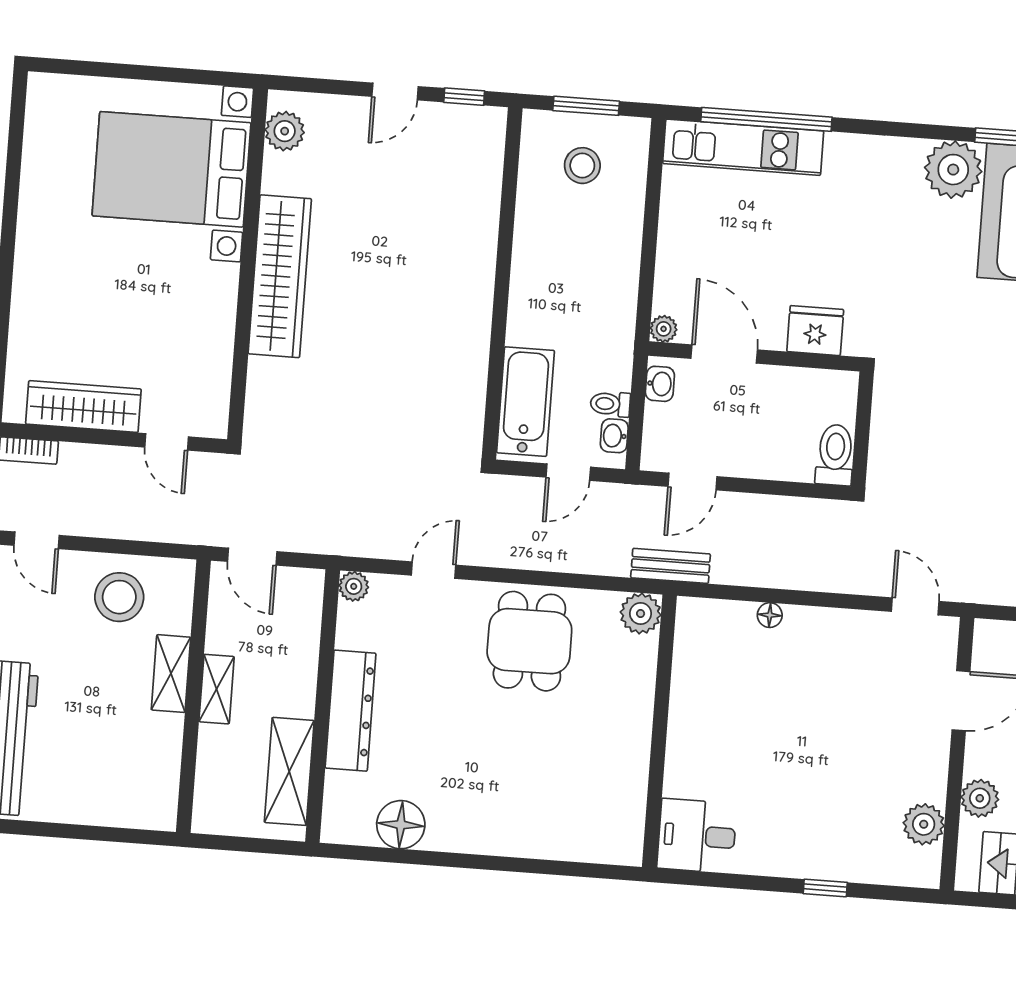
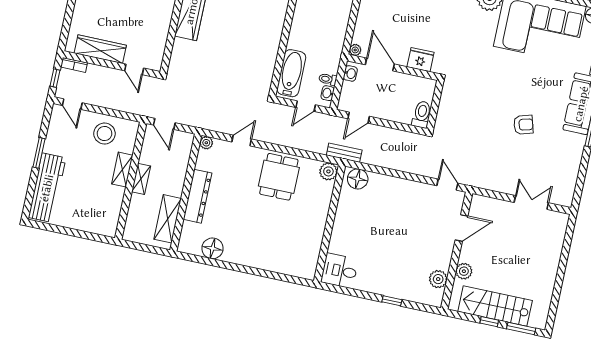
floor lamp: (770, 615) -> (358, 179), moved, width x1.89, depth x1.89

